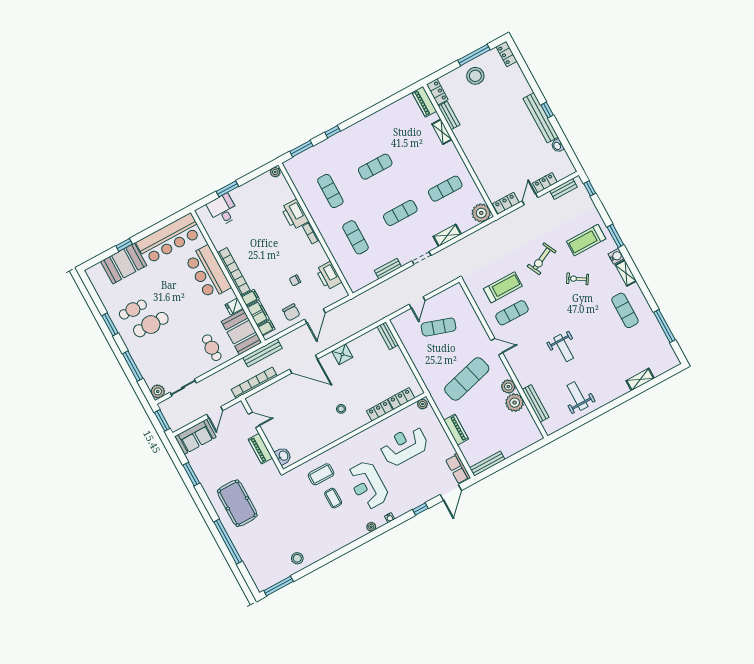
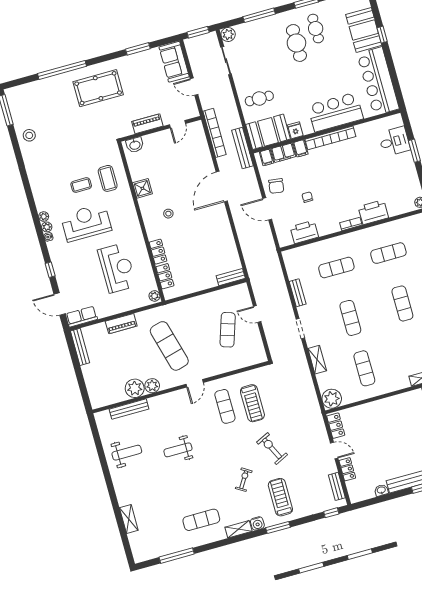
chair: (291, 312) -> (276, 186), turned -82
shower: (342, 354) -> (142, 188), moved
plant: (381, 522) -> (47, 227), added

